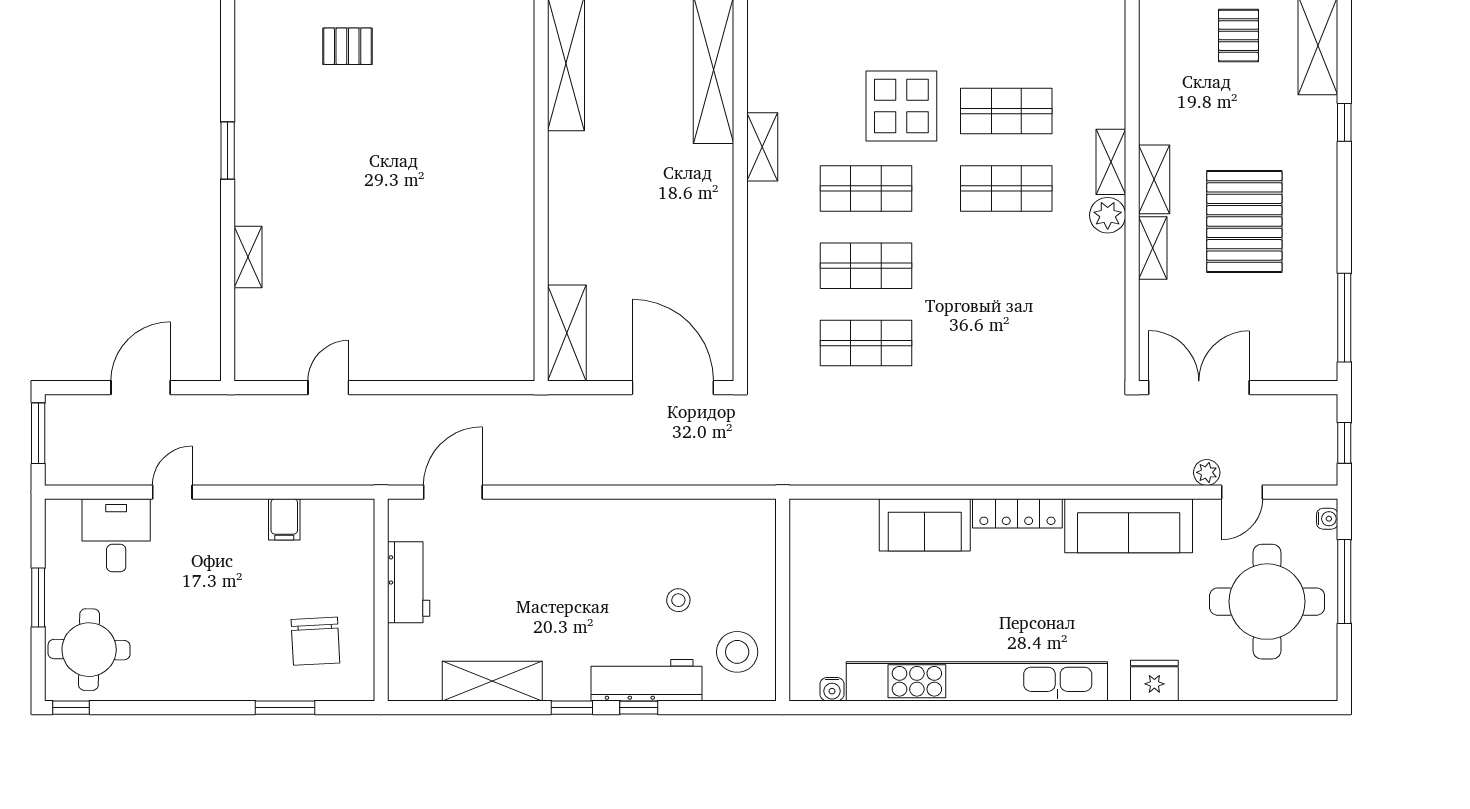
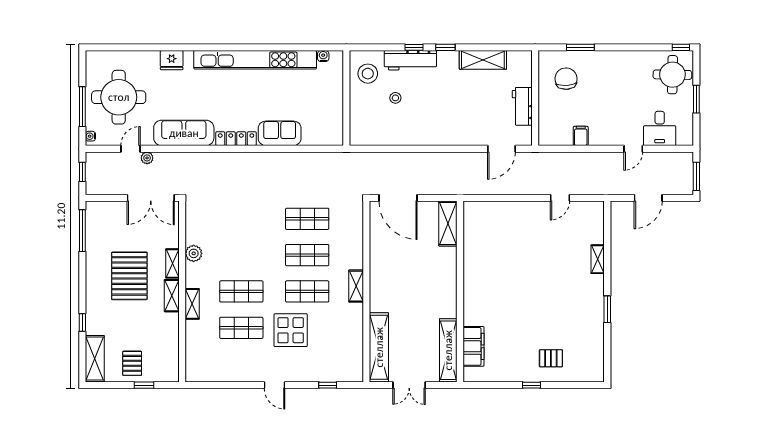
filing cabinet: (512, 72) -> (473, 346), added
shelving: (762, 147) -> (356, 286), moved
plant: (1108, 215) -> (194, 253), moved

